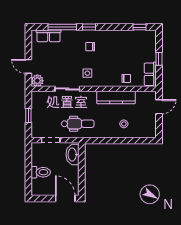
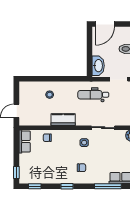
window: (89, 27) -> (67, 186), moved
window: (159, 59) -> (16, 172), moved
kitchen counter: (116, 98) -> (63, 120), width x0.67
door: (65, 199) -> (105, 24), hinge flipped

